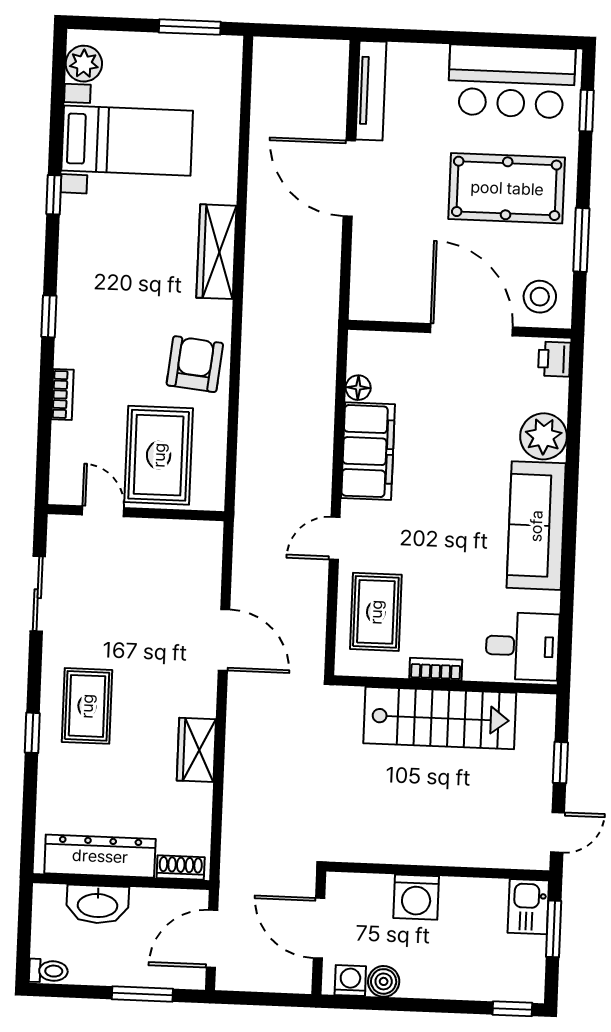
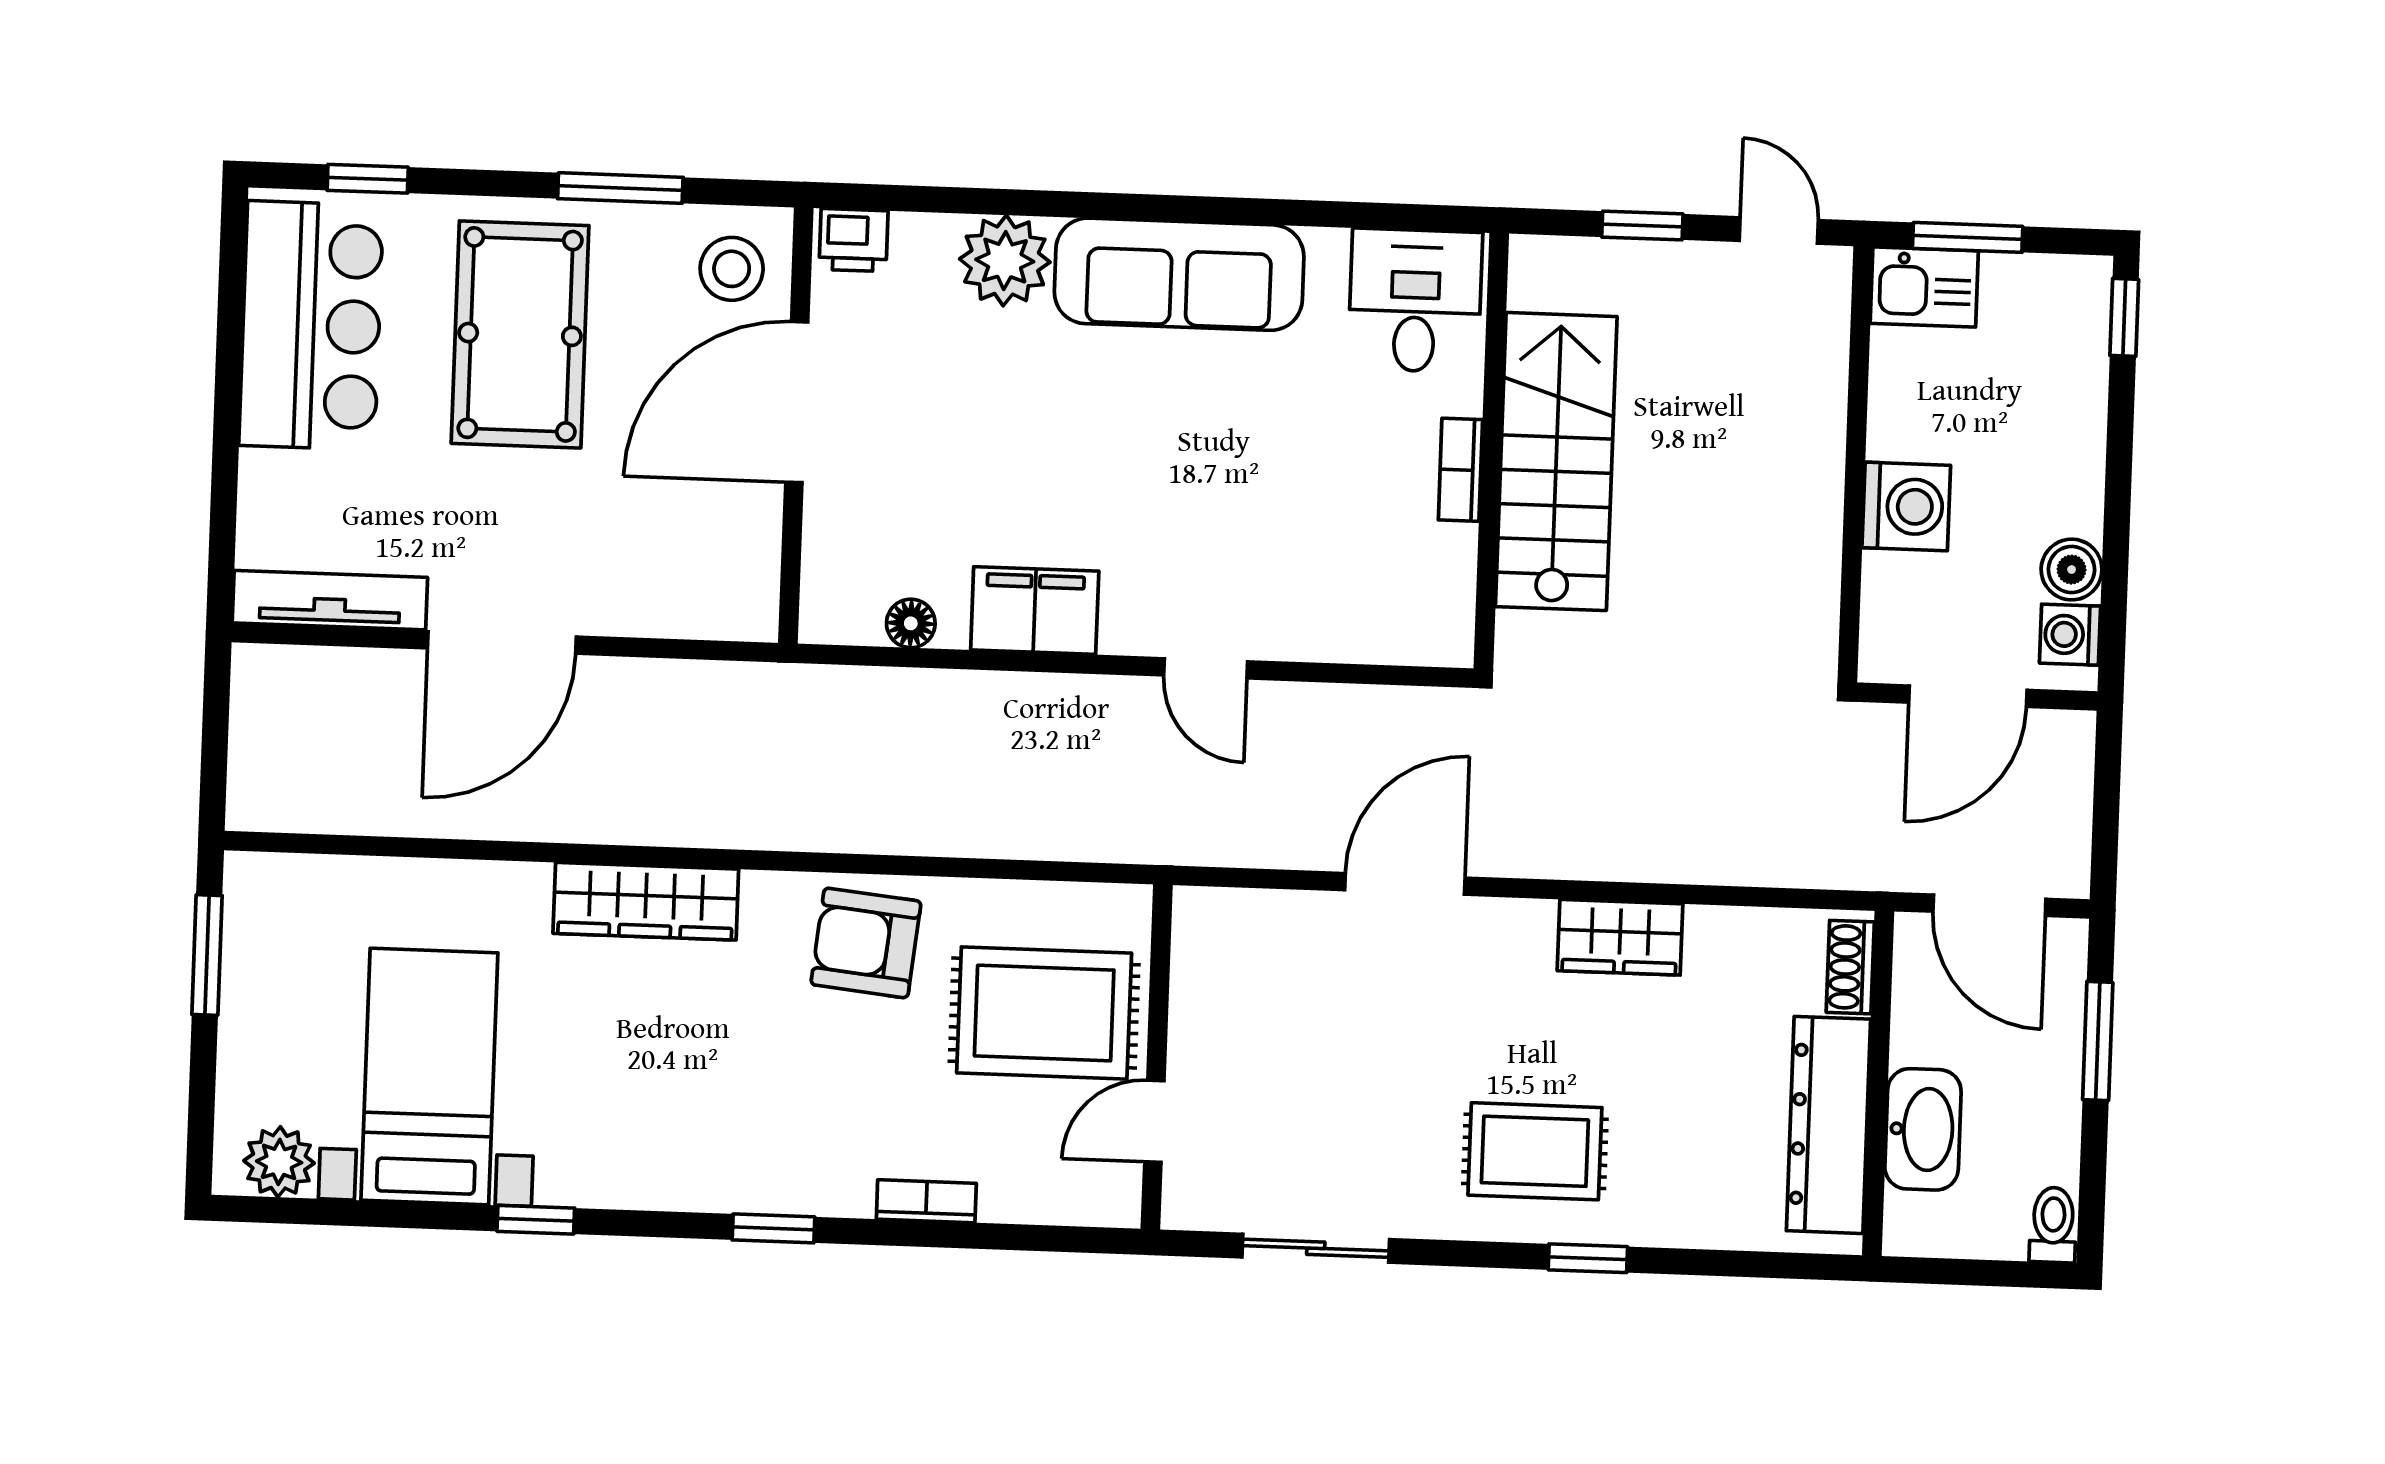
filing cabinet: (368, 451) -> (1035, 611), width x0.67, depth x0.86
rug: (376, 612) -> (1349, 587), removed

